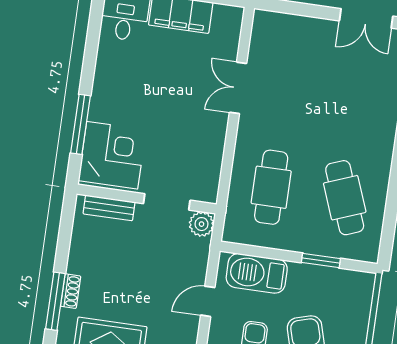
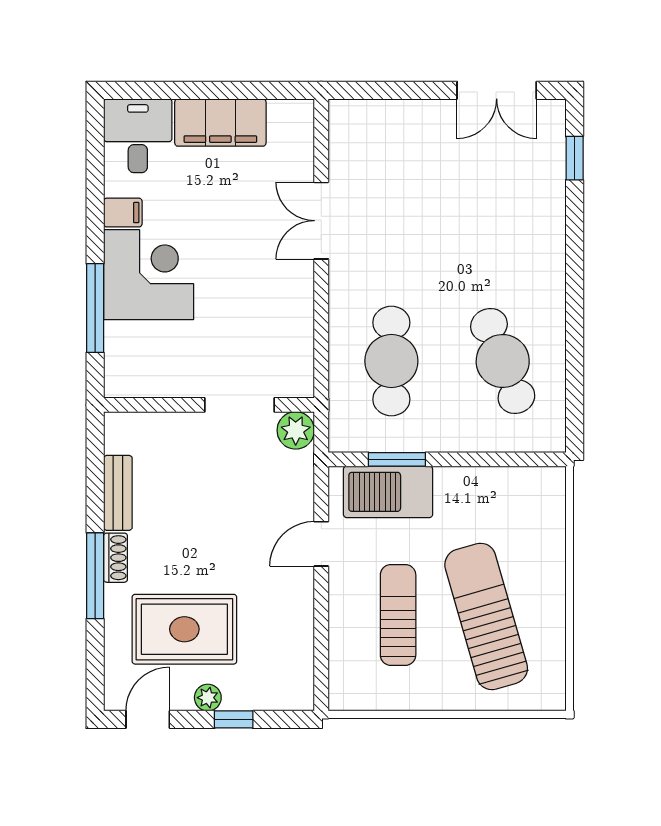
filing cabinet: (108, 64) -> (123, 213), added
corner desk: (112, 155) -> (149, 275), moved
bench: (109, 208) -> (118, 493), moved, turned 90
window: (321, 261) -> (397, 459), moved

